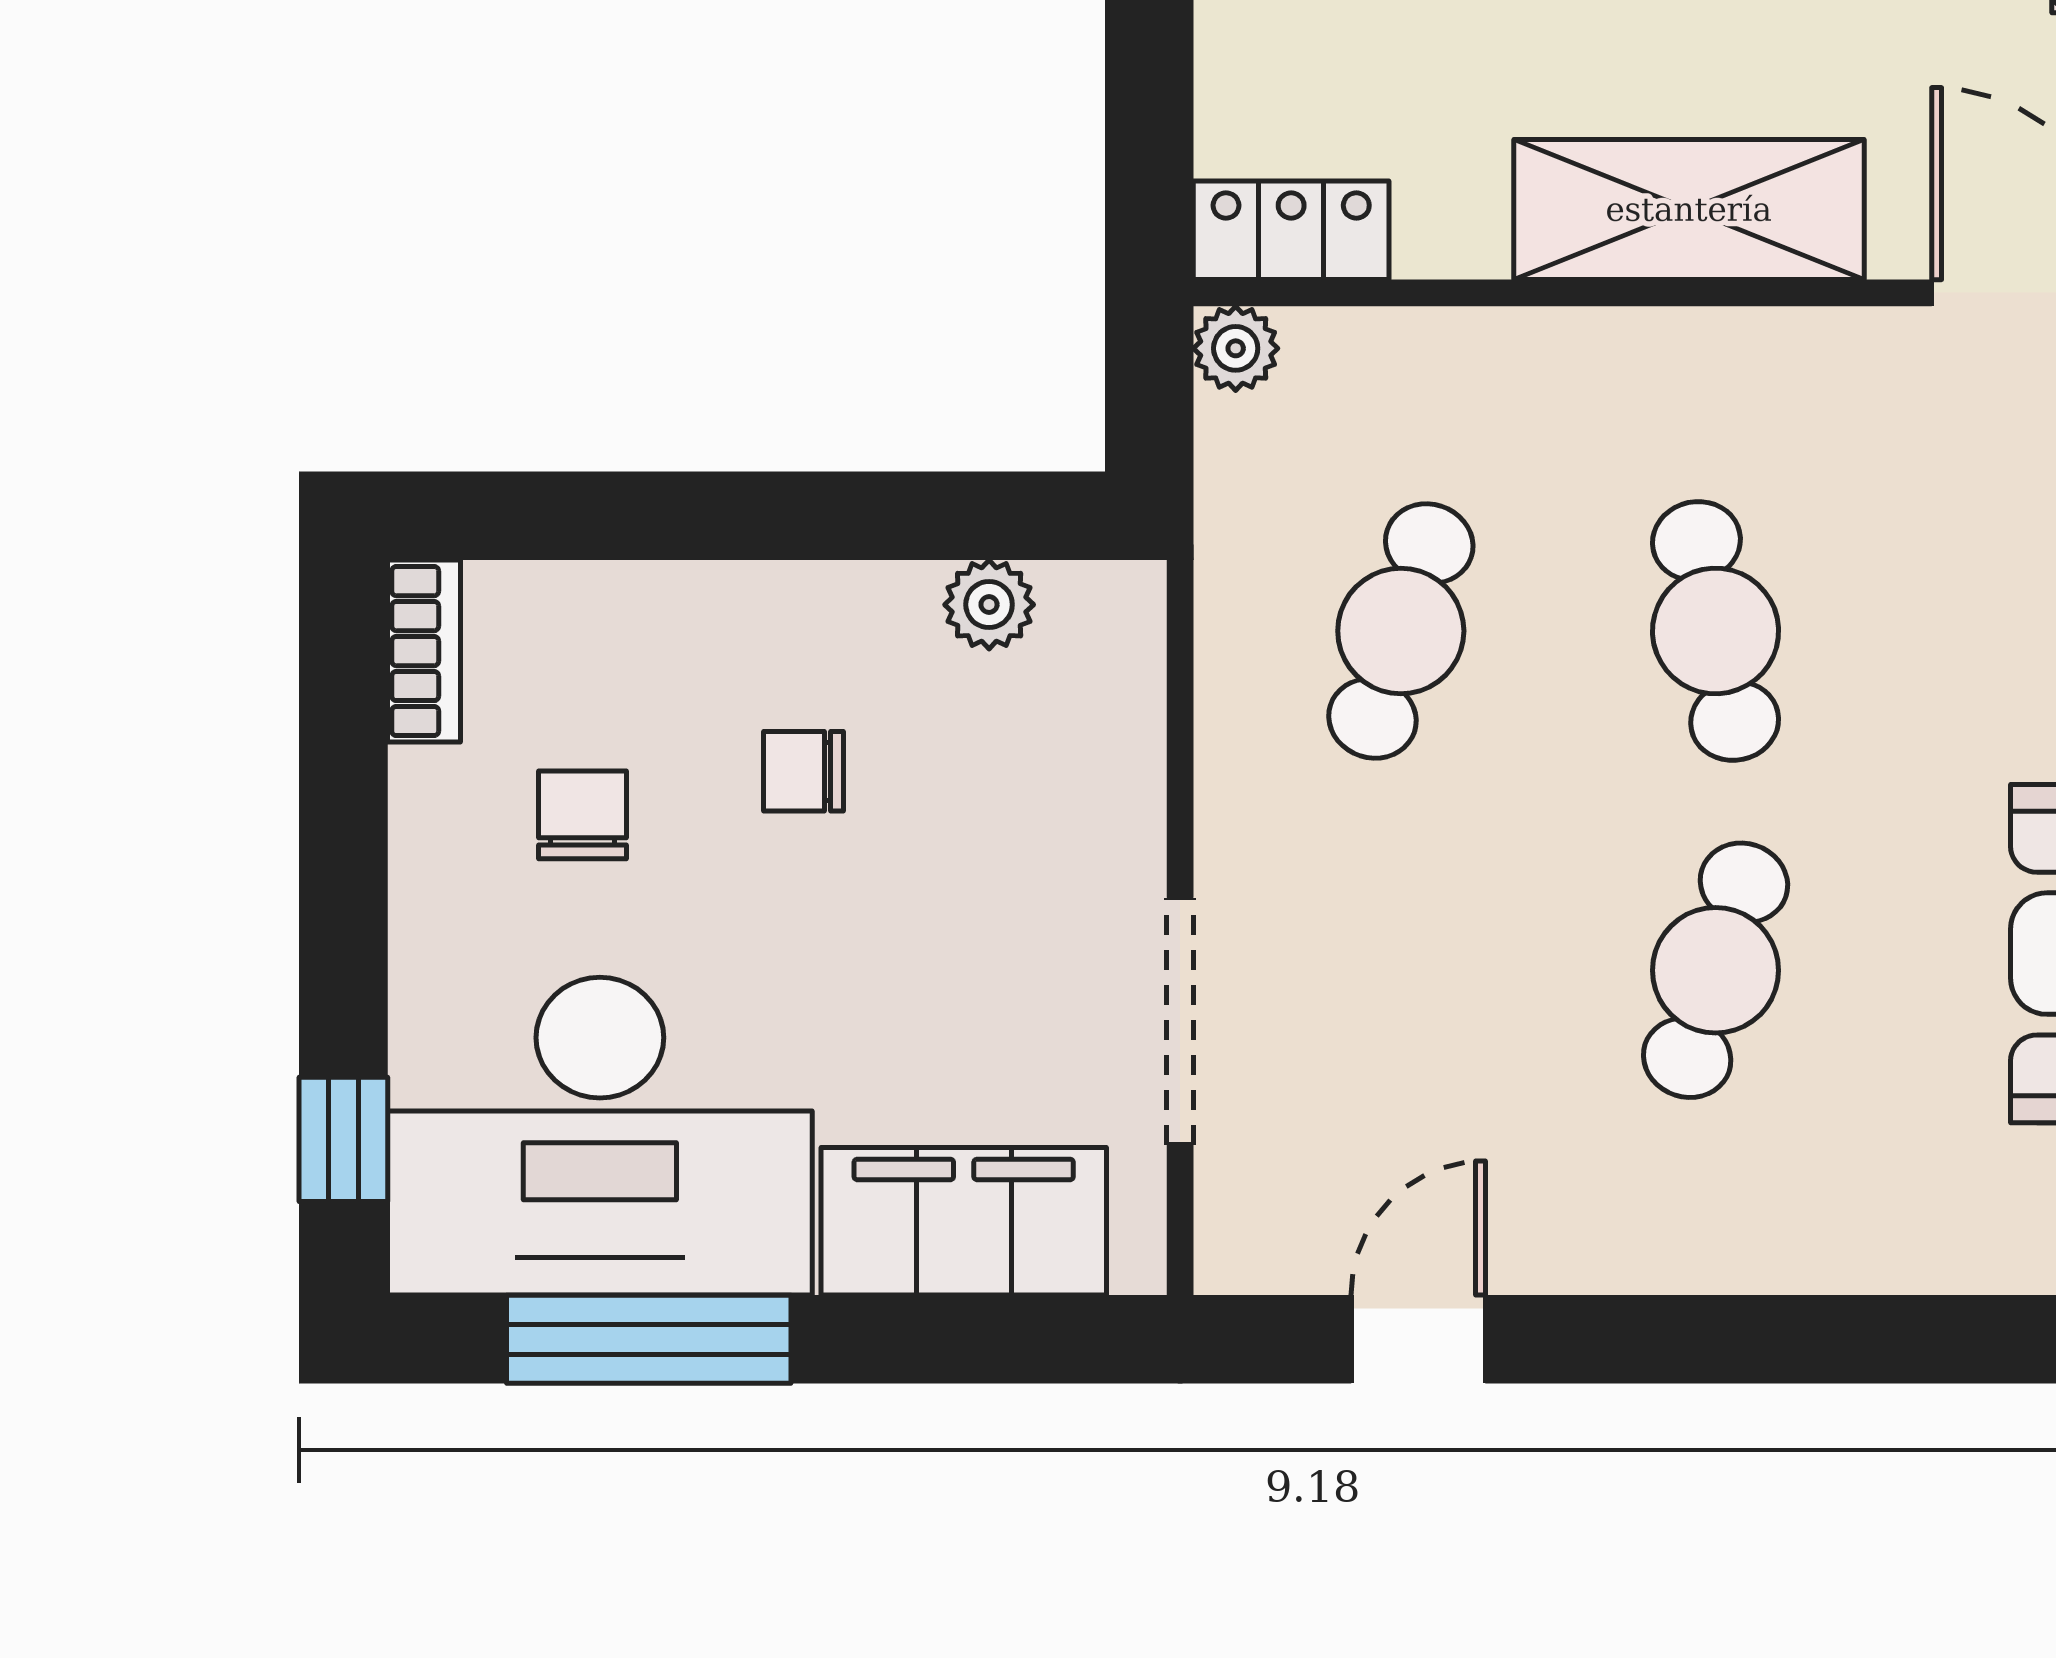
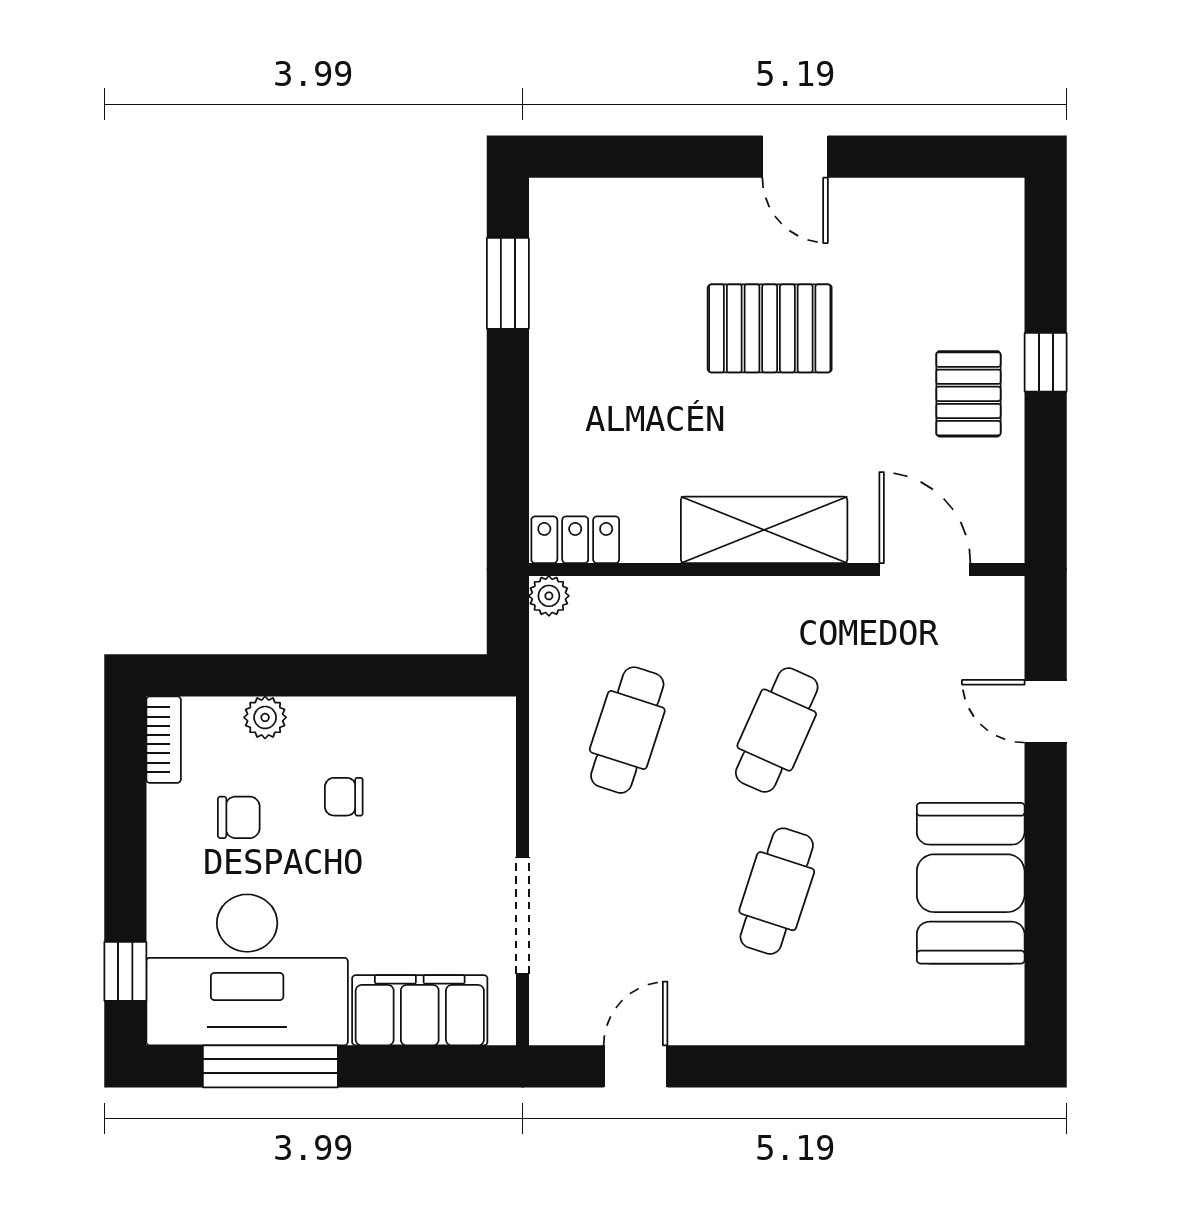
plant: (989, 605) -> (265, 717), moved
cafe table: (1716, 631) -> (777, 730), turned 36
chair: (583, 815) -> (239, 817), turned 90

